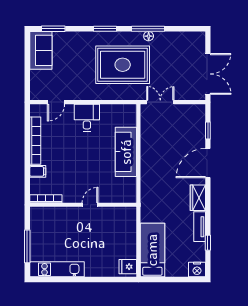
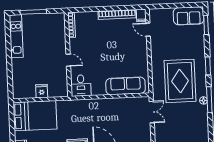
desk: (87, 118) -> (81, 85), moved, turned 90
sofa: (126, 152) -> (126, 86), moved
filing cabinet: (38, 171) -> (141, 15), moved
bed: (152, 250) -> (35, 116), width x1.50
fridge: (128, 267) -> (42, 91), moved

